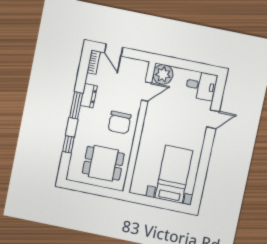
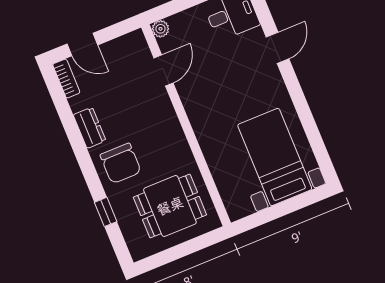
plant: (163, 74) -> (161, 29), width x0.53, depth x0.53
window: (76, 105) -> (81, 152), removed
chair: (120, 123) -> (121, 163), moved

